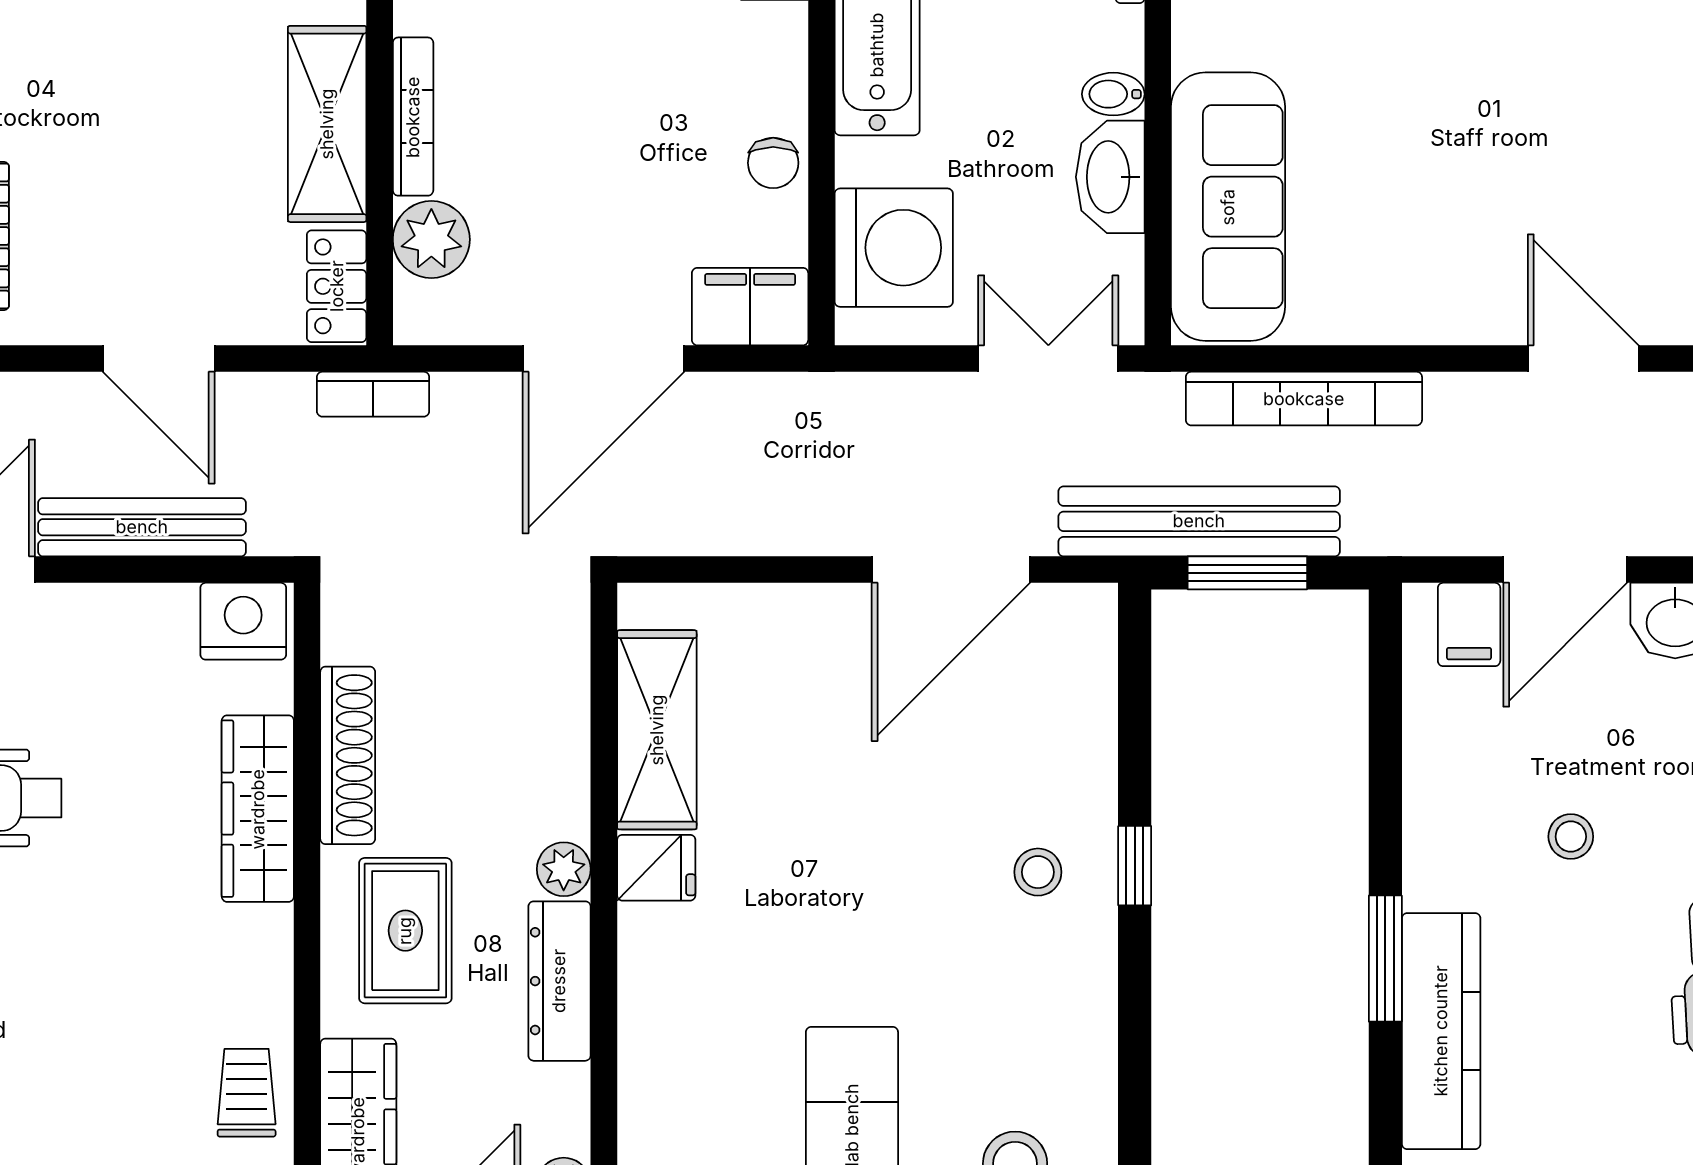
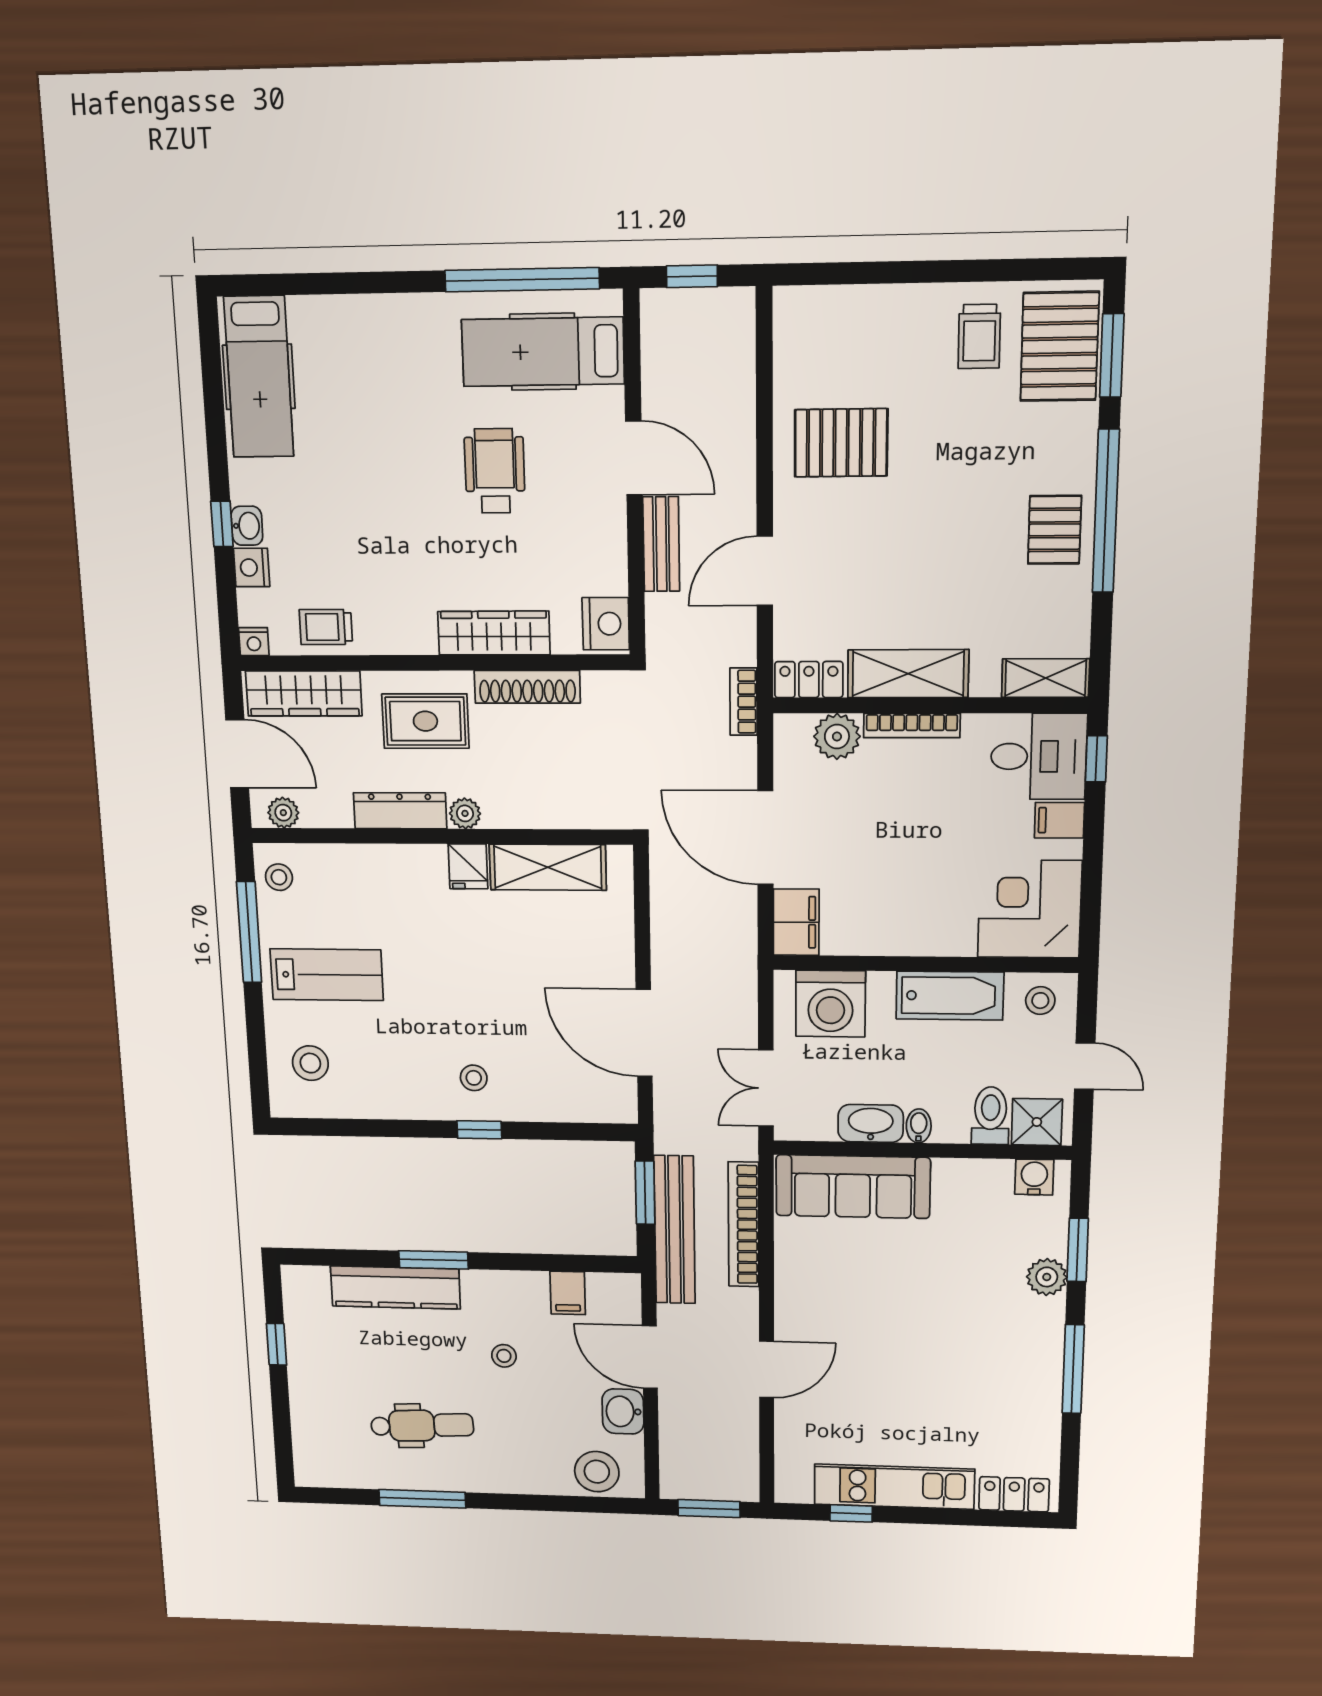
chair: (773, 163) -> (881, 936), removed
double door: (1048, 359) -> (766, 1088), swing flipped
bench: (1199, 521) -> (675, 1230), moved
bench: (142, 527) -> (661, 544), width x0.73
filing cabinet: (1469, 624) -> (568, 1293), moved, turned -90
trolley: (247, 1093) -> (326, 627), turned 180

